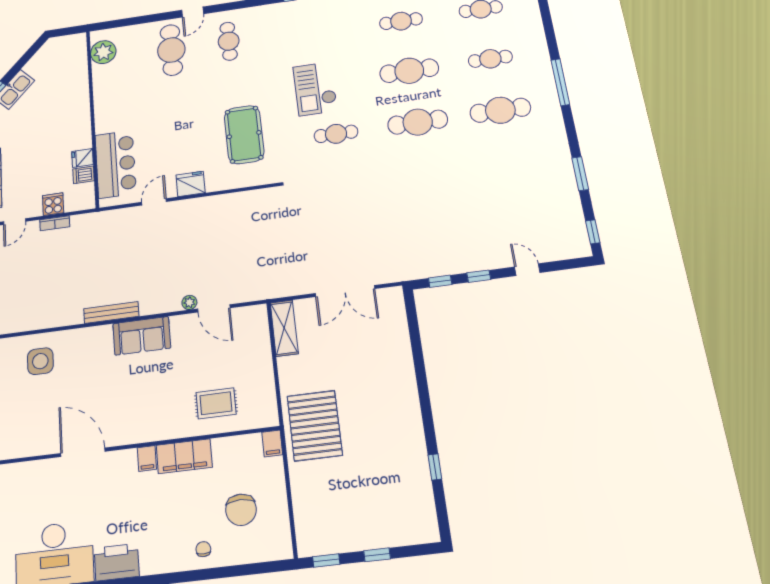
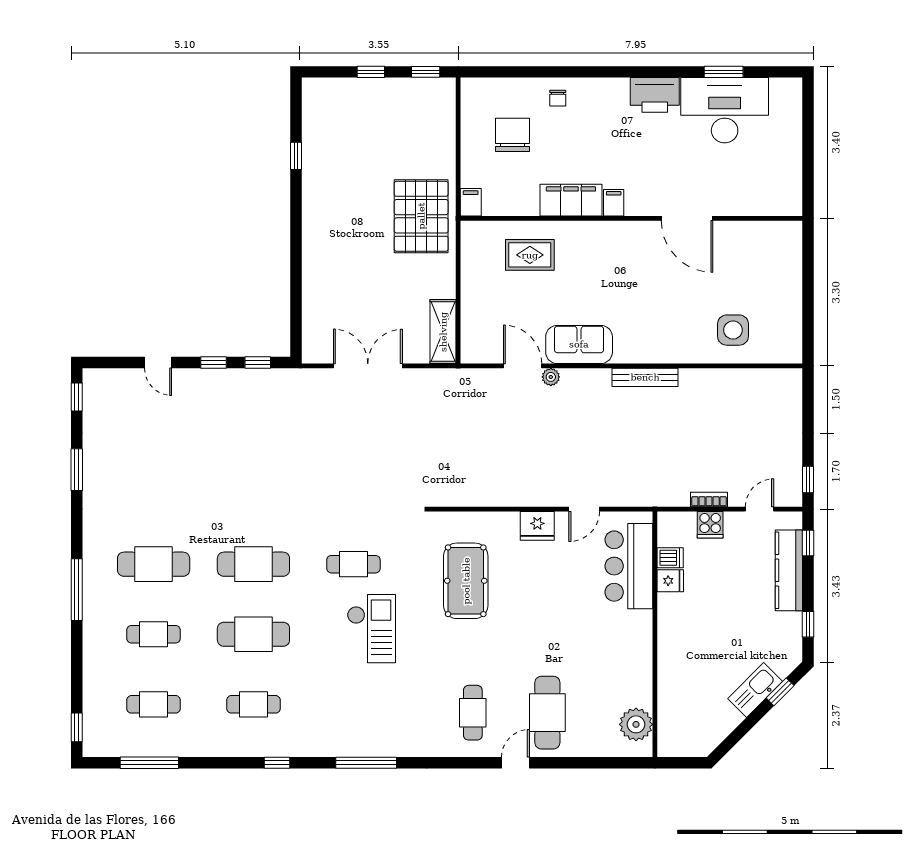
sofa: (142, 336) -> (579, 344), moved

